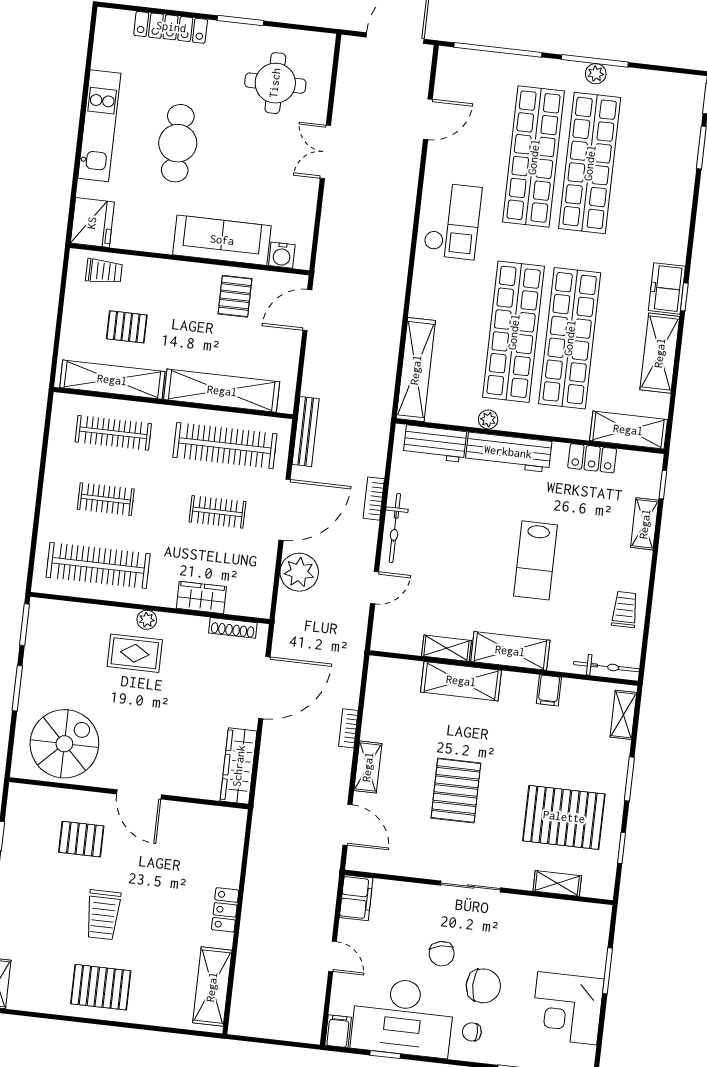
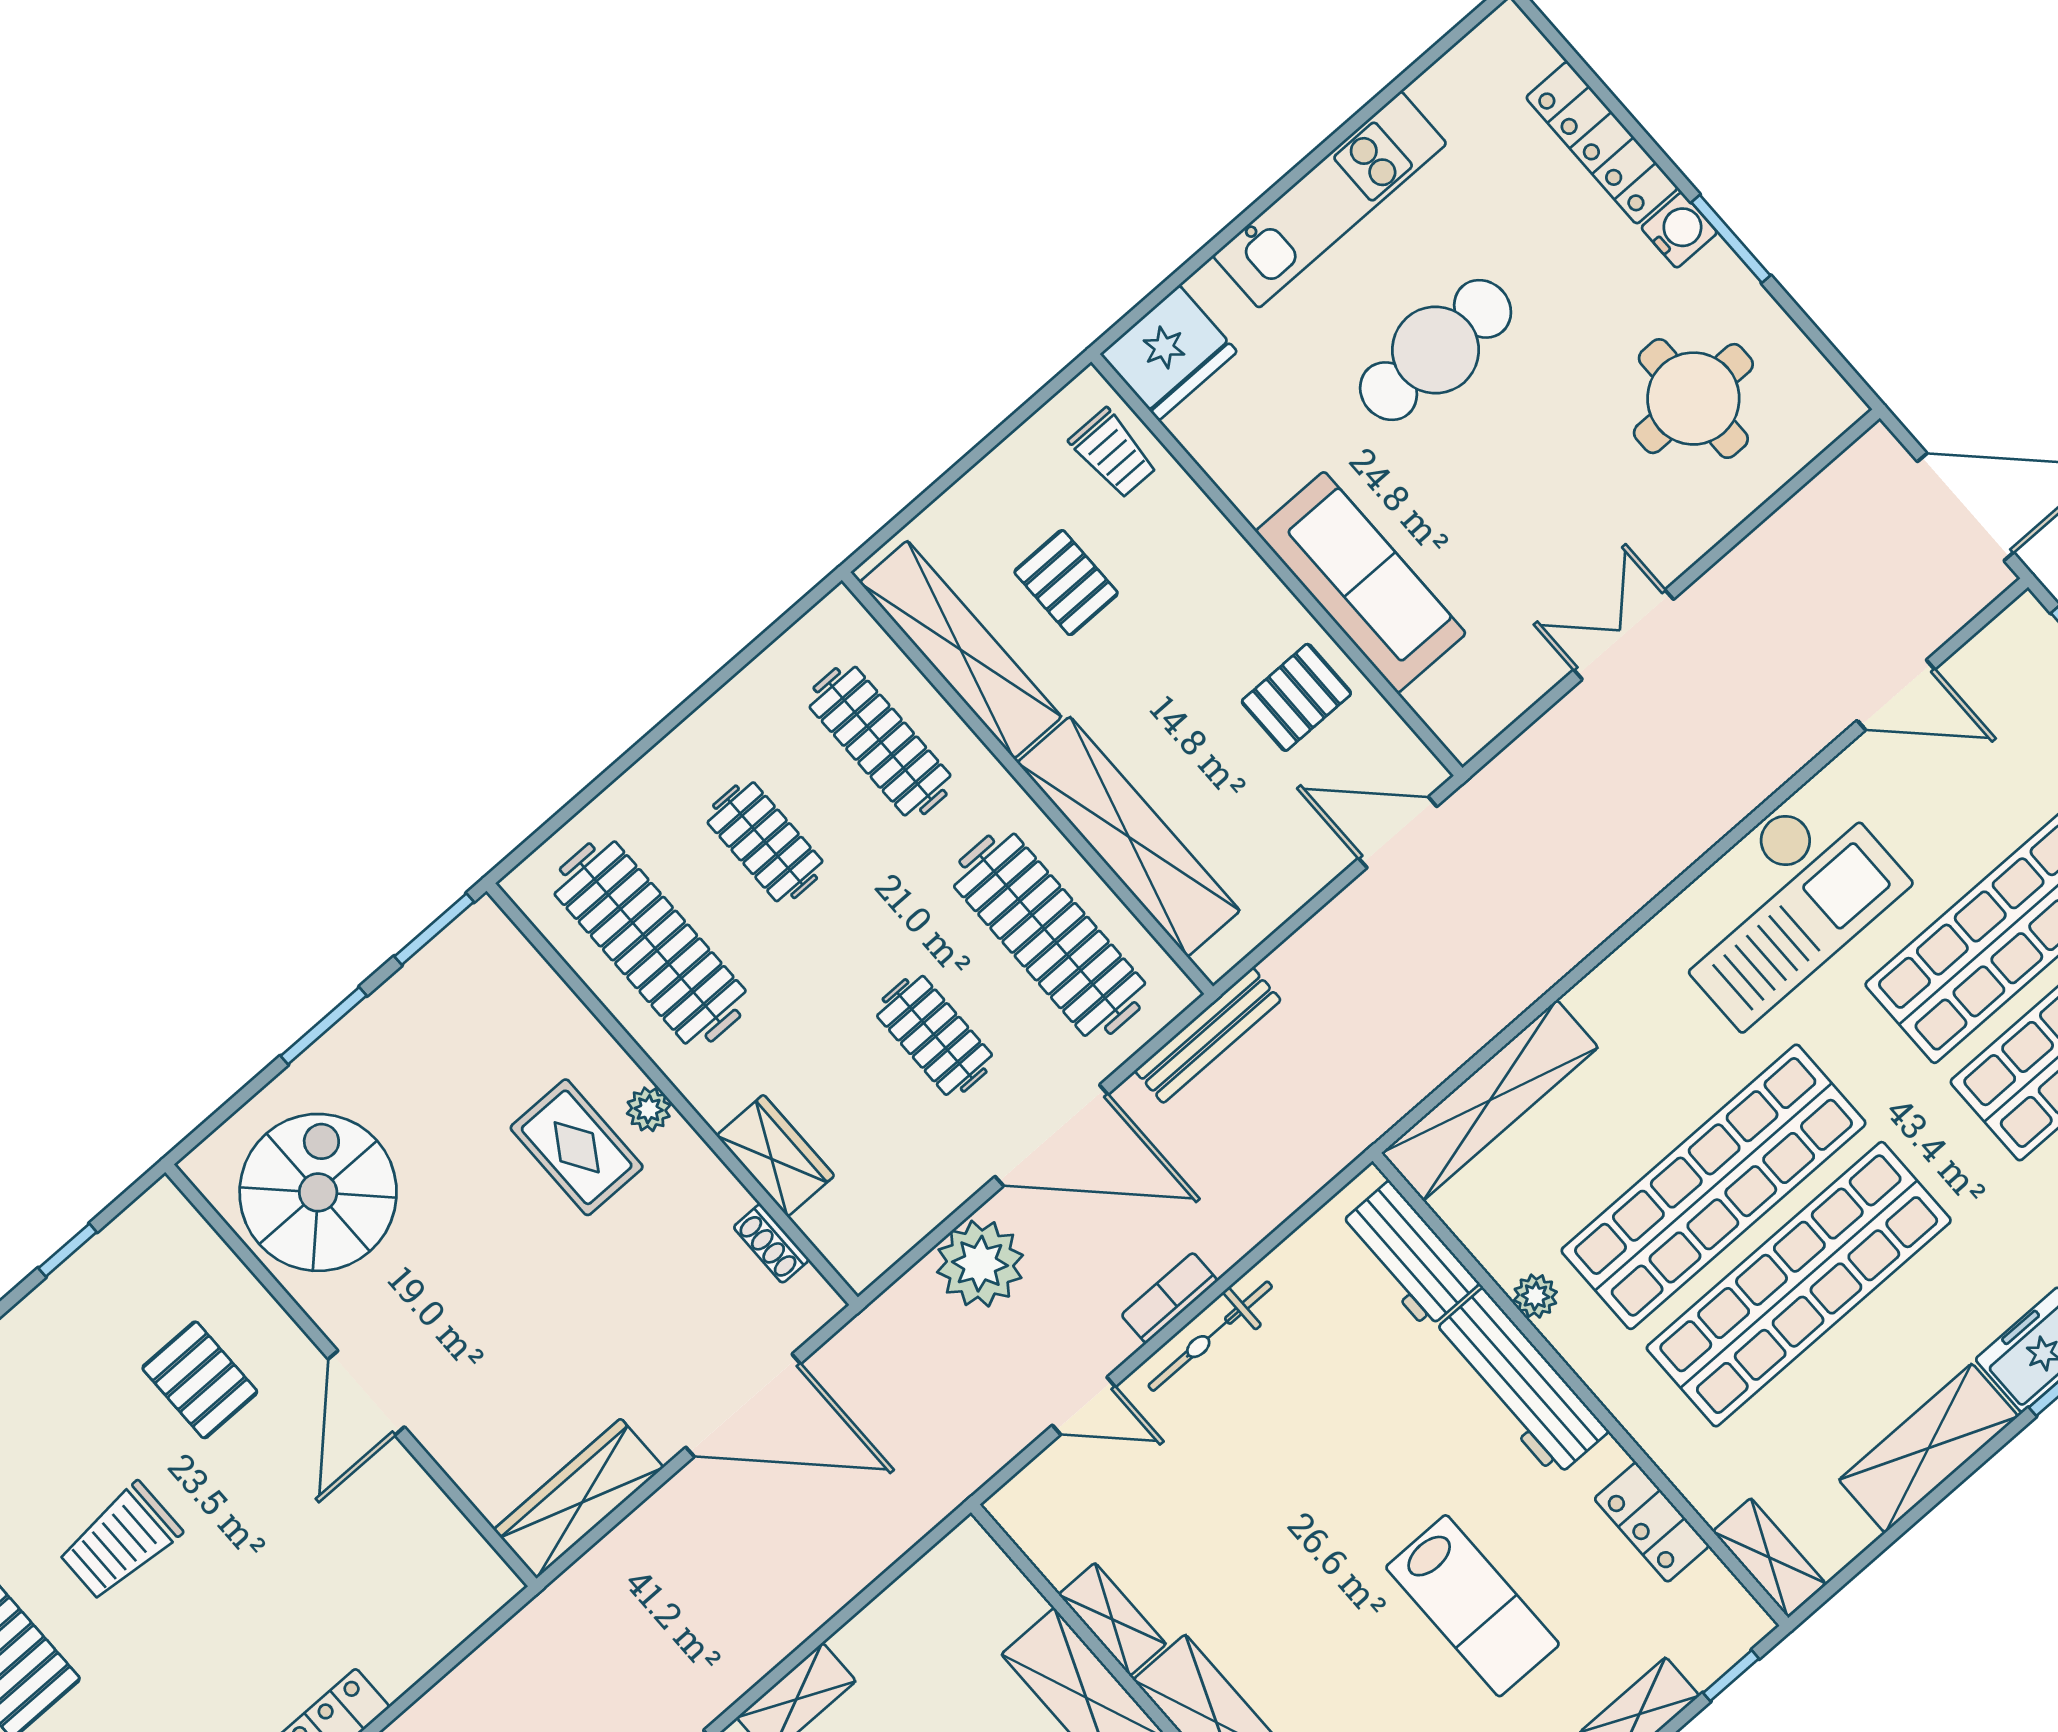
double door: (325, 152) -> (1624, 635), moved
checkout: (453, 221) -> (1781, 905), width x1.36, depth x1.21
water cooler: (282, 255) -> (1679, 230), moved, turned 180
shelving: (628, 430) -> (1769, 1557), width x0.67, depth x0.75
bookcase: (374, 499) -> (1169, 1298), moved
lab bench: (535, 560) -> (1473, 1606), moved, turned -90
shoe rack: (233, 628) -> (771, 1243), width x0.70
bookcase: (348, 728) -> (823, 1604), removed
spiral stairs: (64, 744) -> (318, 1192), turned -90

